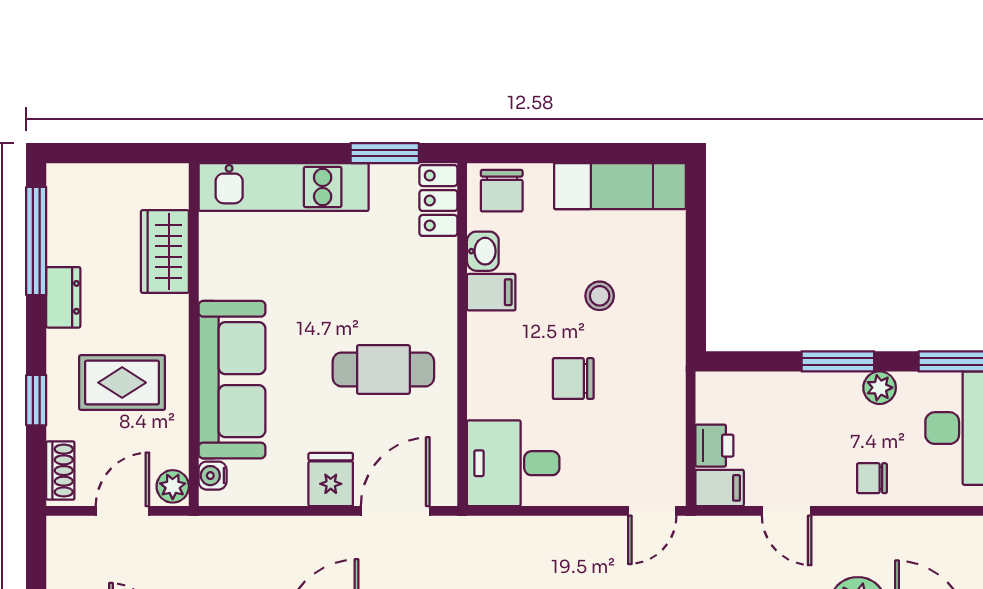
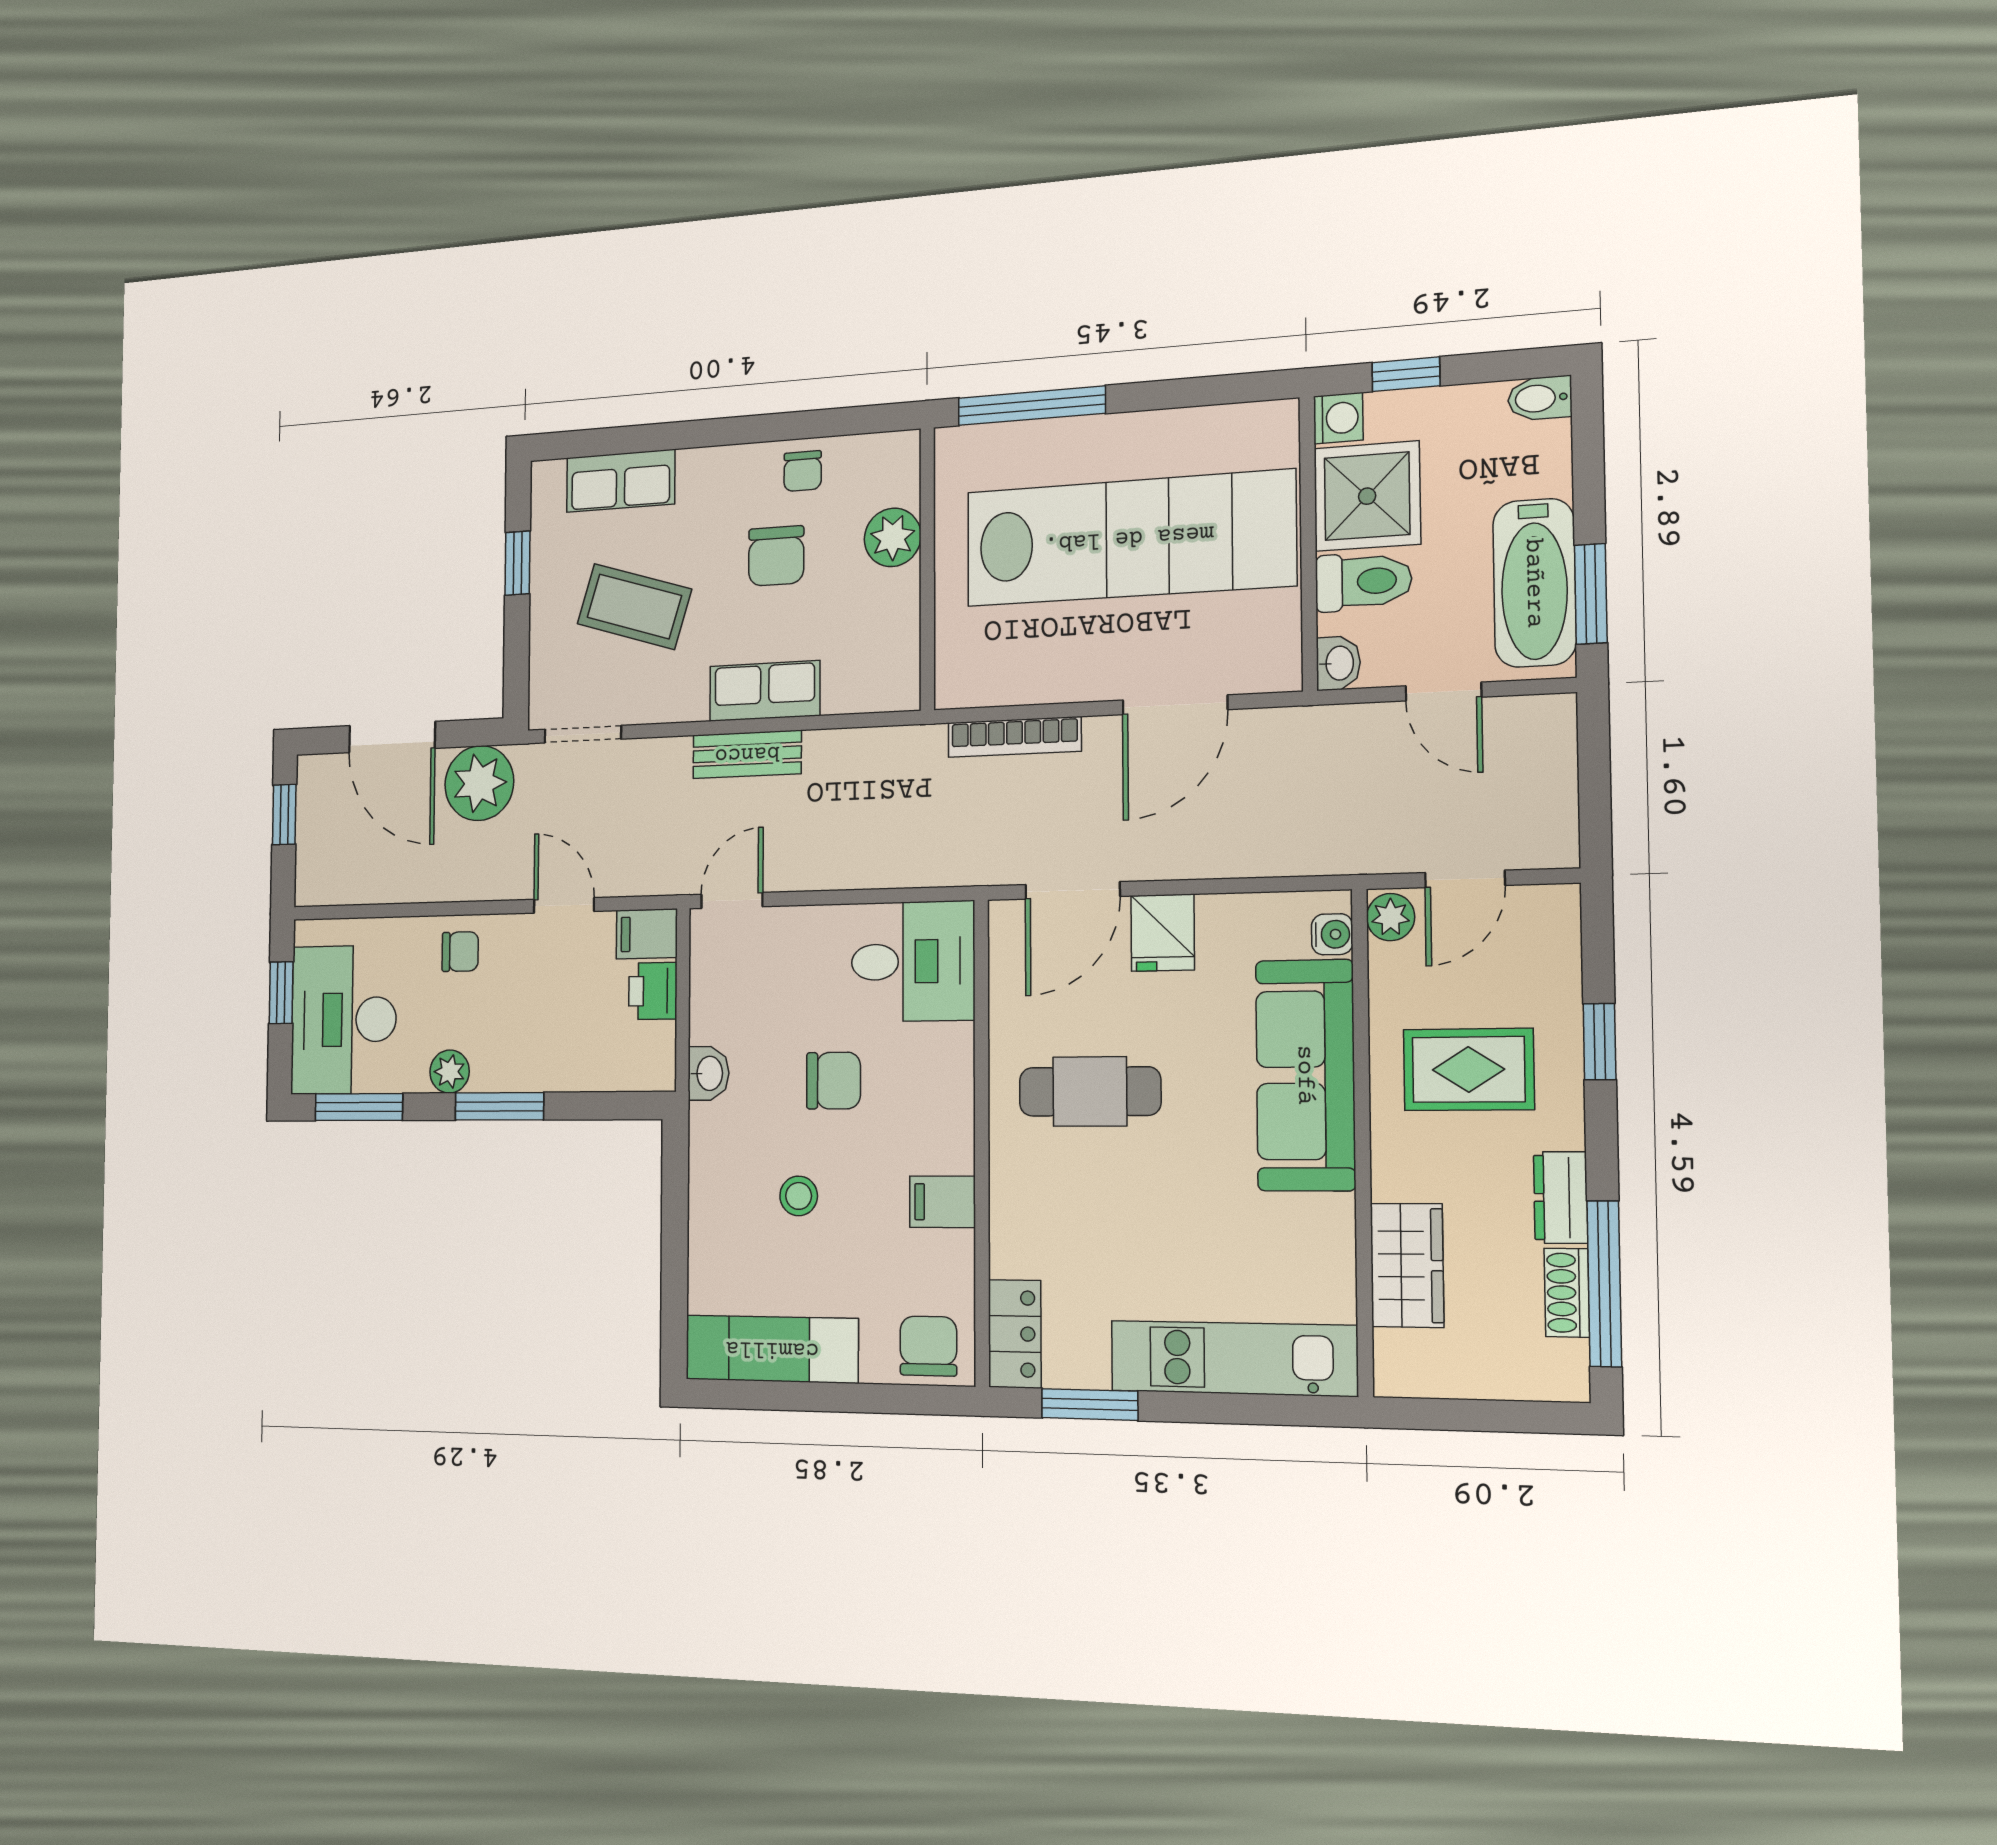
washbasin: (483, 251) -> (709, 1073), moved, turned 180
shoe rack: (60, 471) -> (1567, 1293), moved

